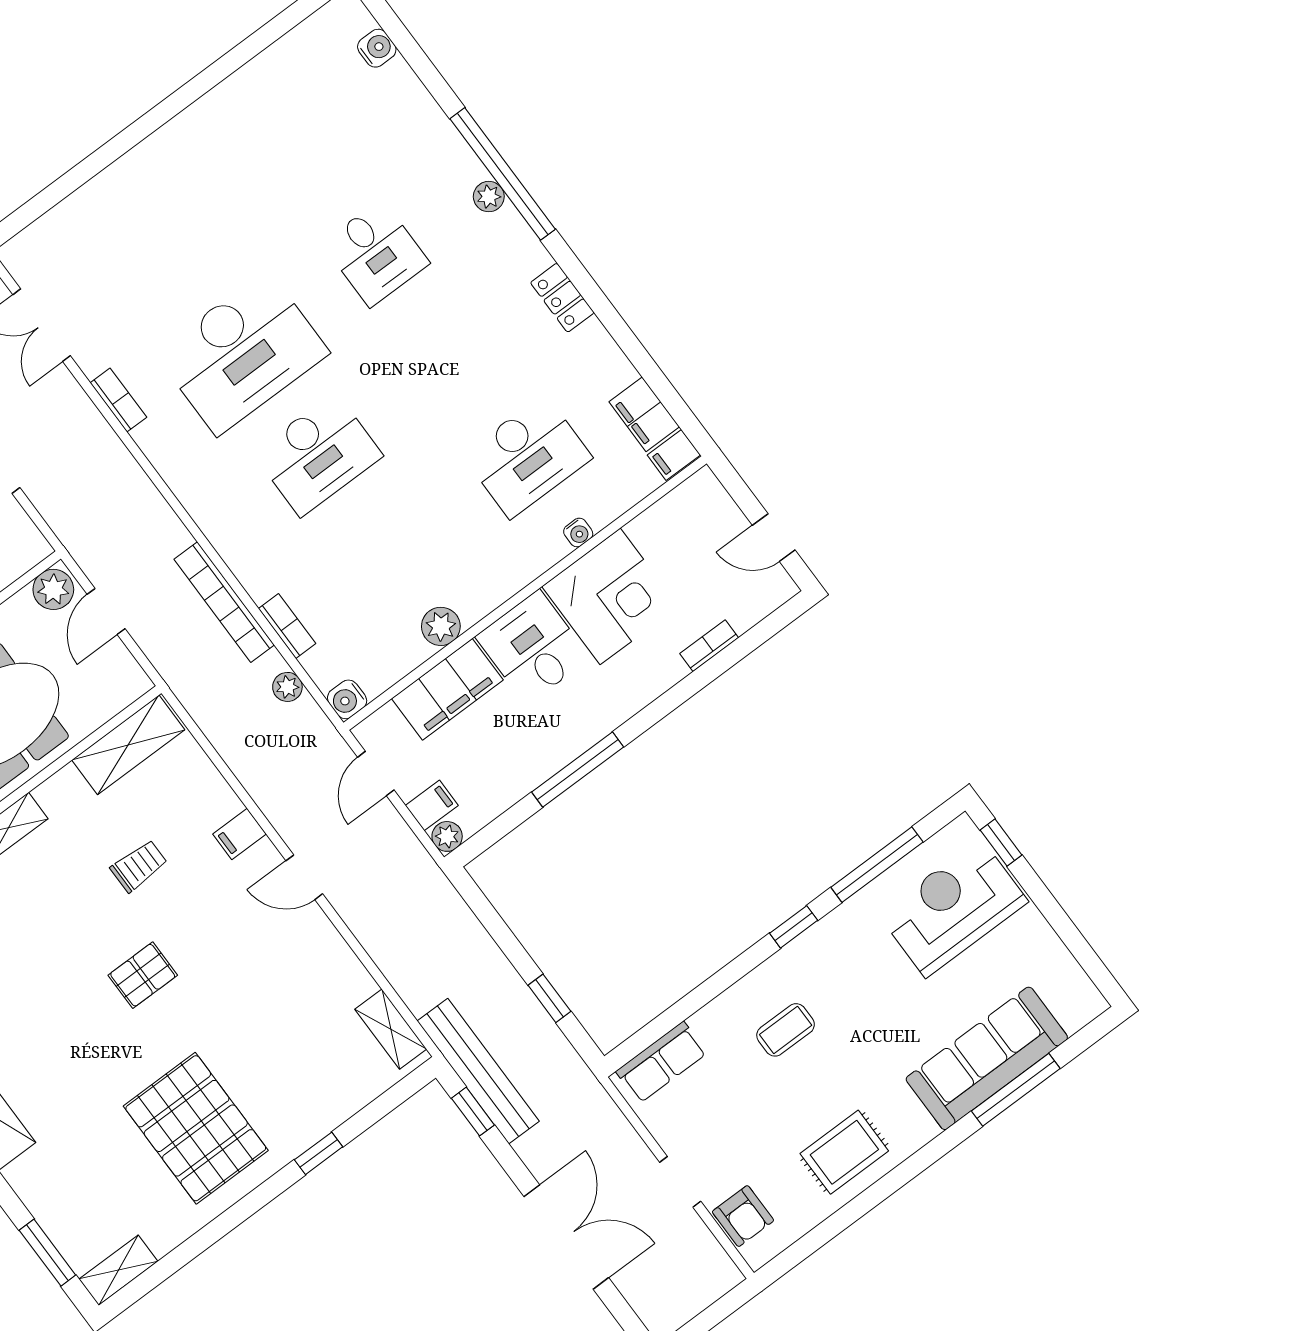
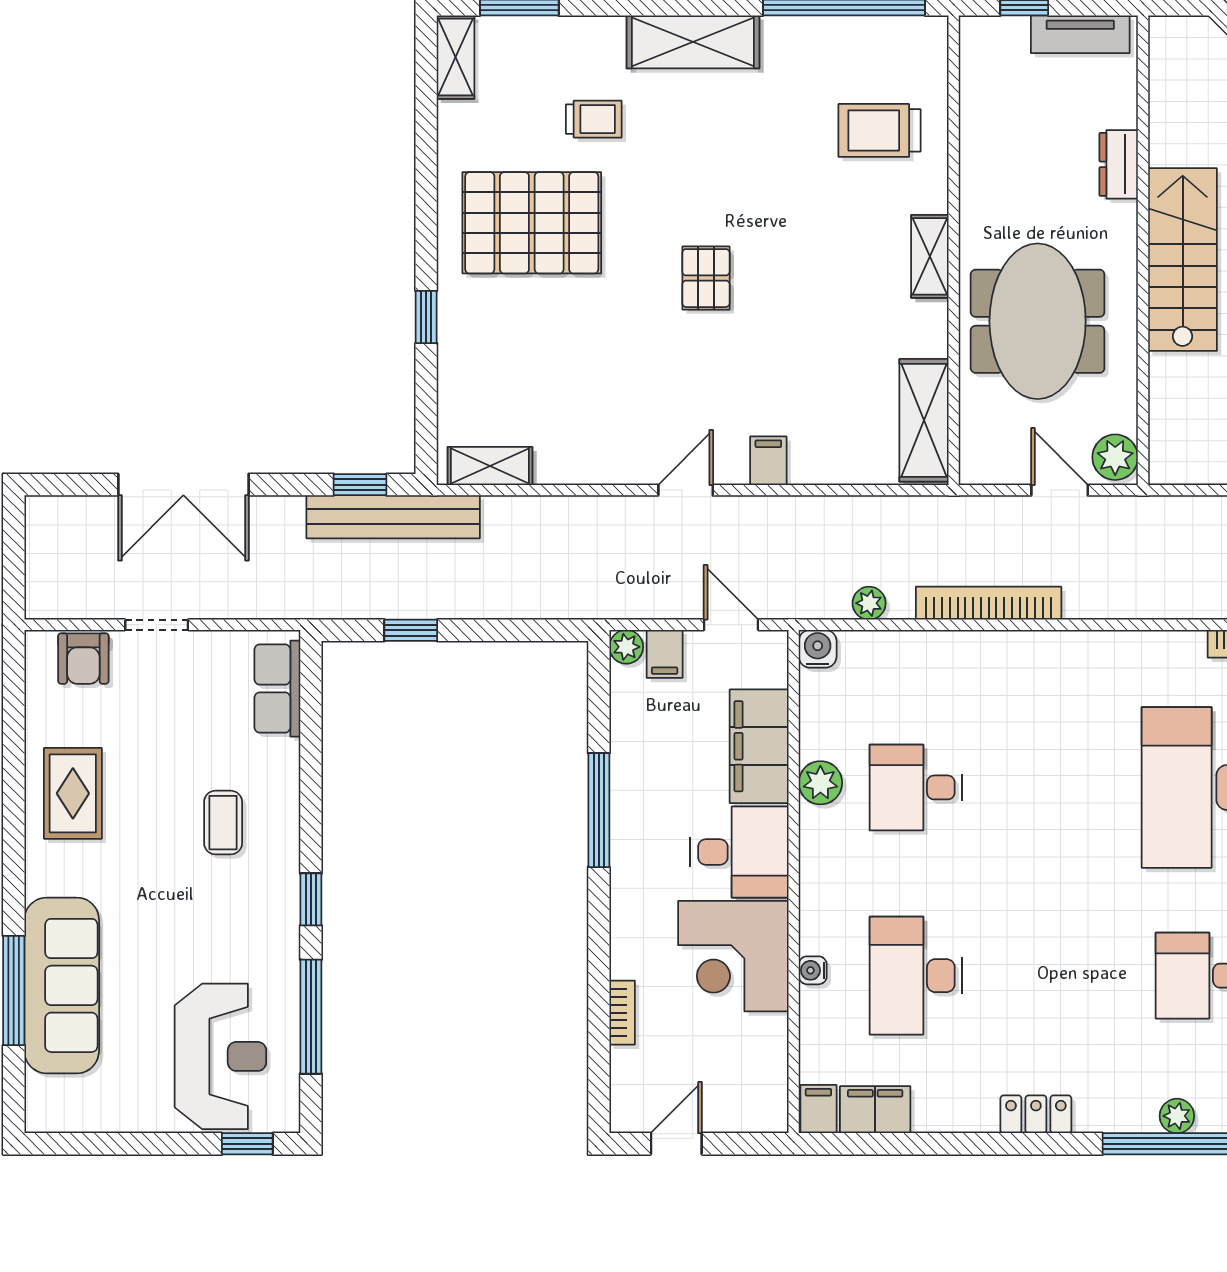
desk: (318, 454) -> (916, 787), moved, width x0.73
bookcase: (287, 626) -> (924, 644), removed
trolley: (139, 866) -> (594, 119), moved, turned -90
armchair: (743, 1216) -> (83, 659), turned -90

